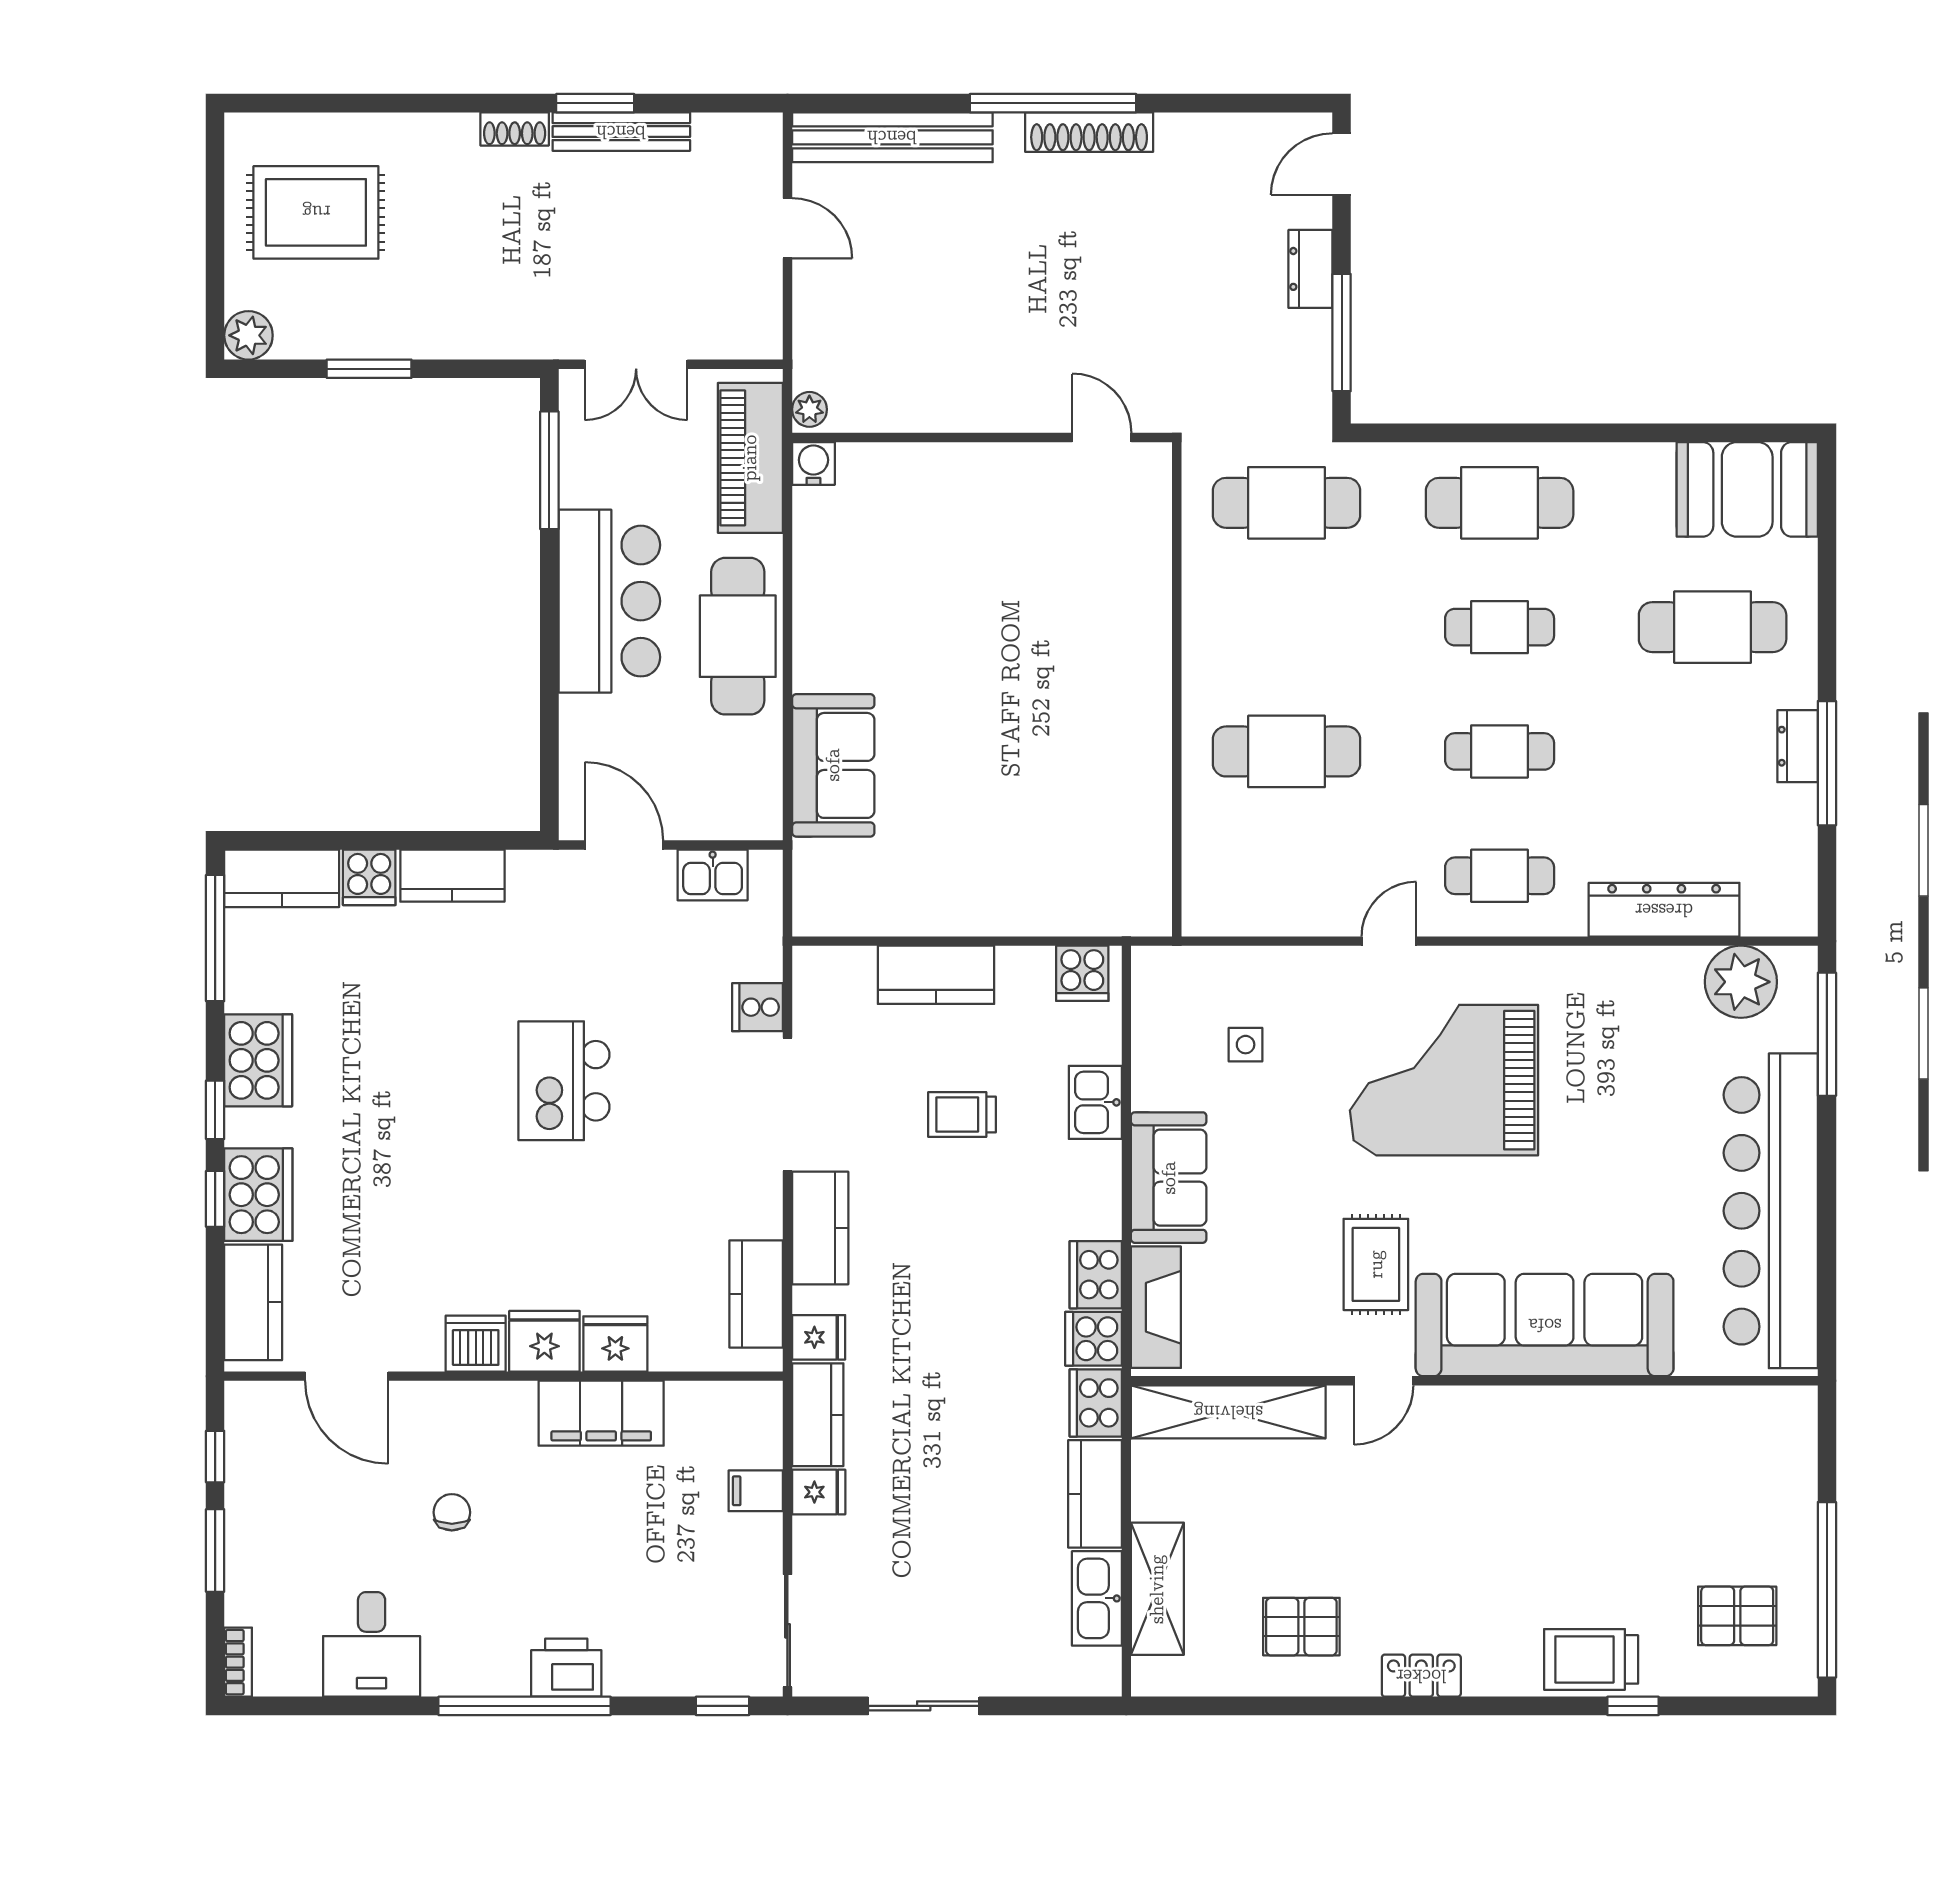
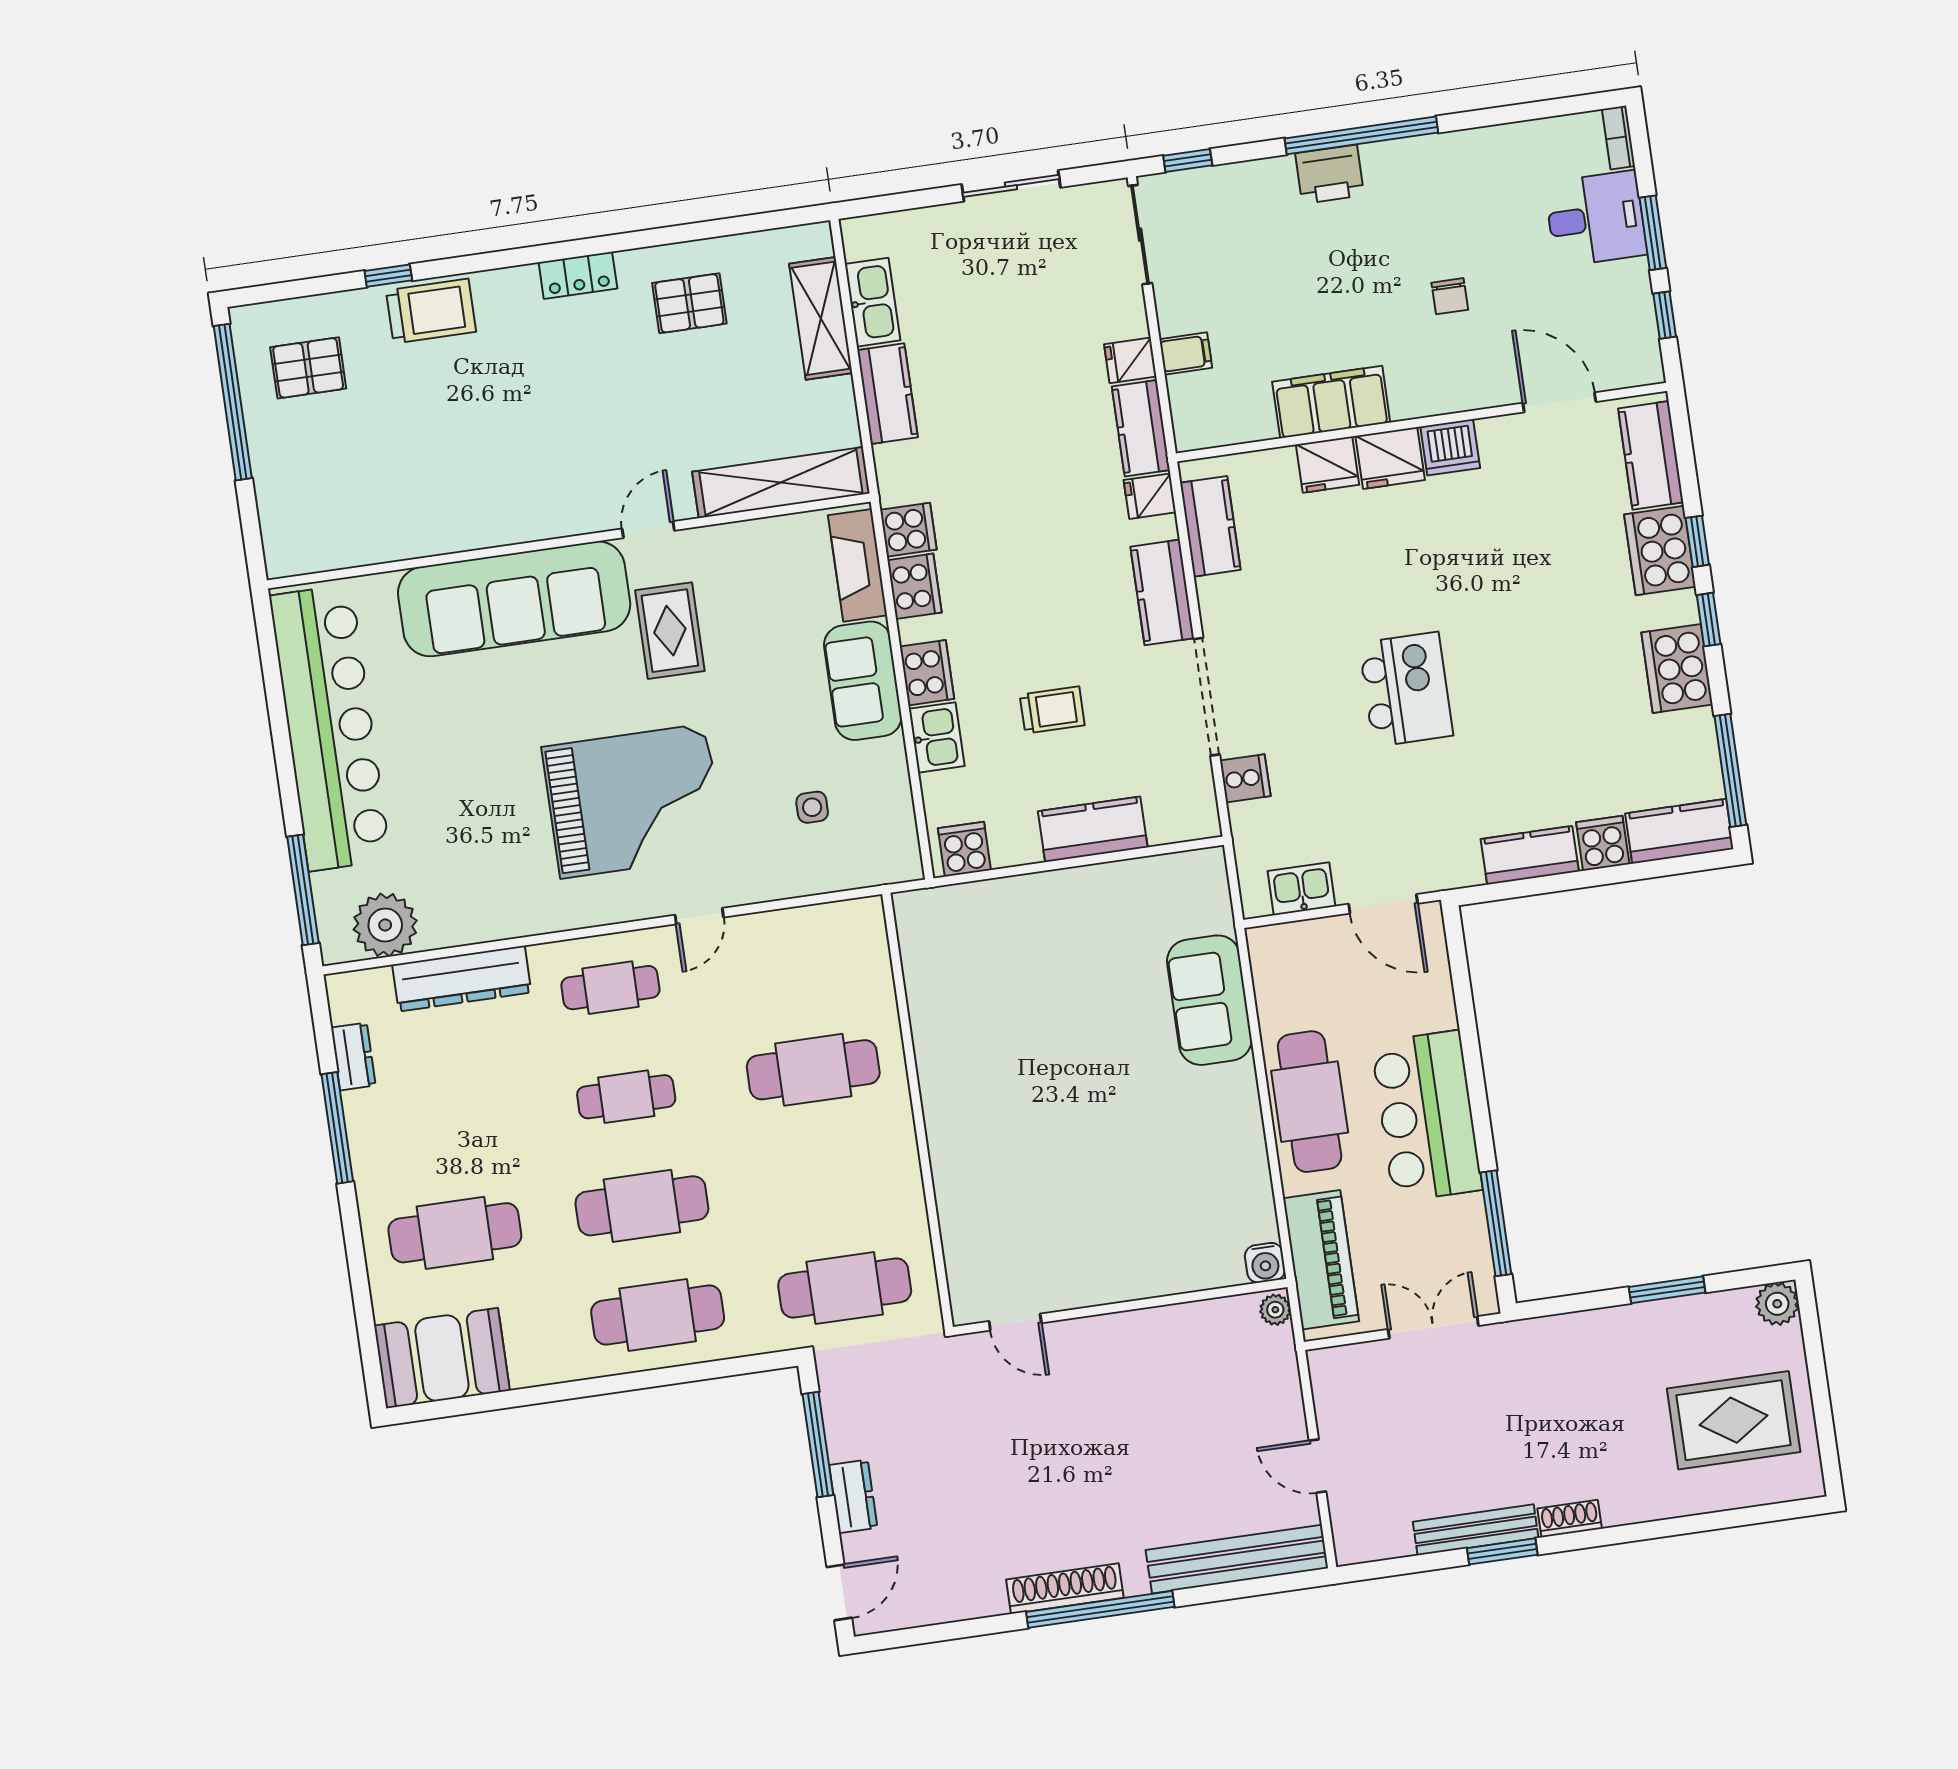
cafe table: (1500, 627) -> (642, 1206), width x1.37, depth x1.35
dresser: (1798, 746) -> (353, 1057), moved
cooker: (1096, 1403) -> (927, 673), moved
desk: (372, 1644) -> (1596, 219), moved, turned 90

